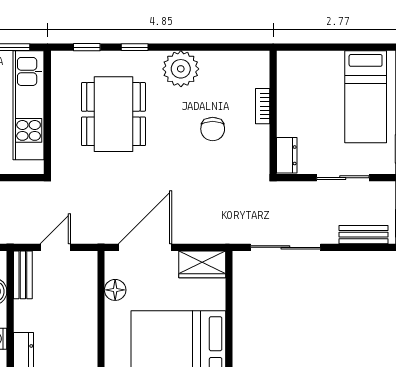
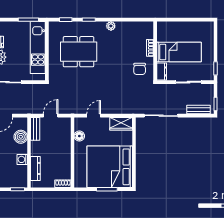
plant: (181, 69) -> (111, 26), width x0.53, depth x0.53
bed: (366, 97) -> (179, 52), moved, turned -90
dining table: (113, 114) -> (79, 52), turned 90
chair: (213, 129) -> (140, 69), moved
door: (145, 247) -> (94, 116), width x0.53

